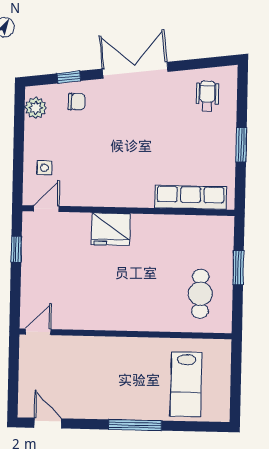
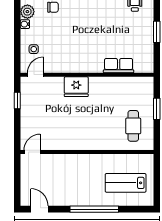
water cooler: (31, 128) -> (25, 24), added
row of seats: (191, 197) -> (119, 66), width x0.68
lab bench: (186, 384) -> (126, 183), turned 90
window: (135, 425) -> (94, 209), width x1.46

